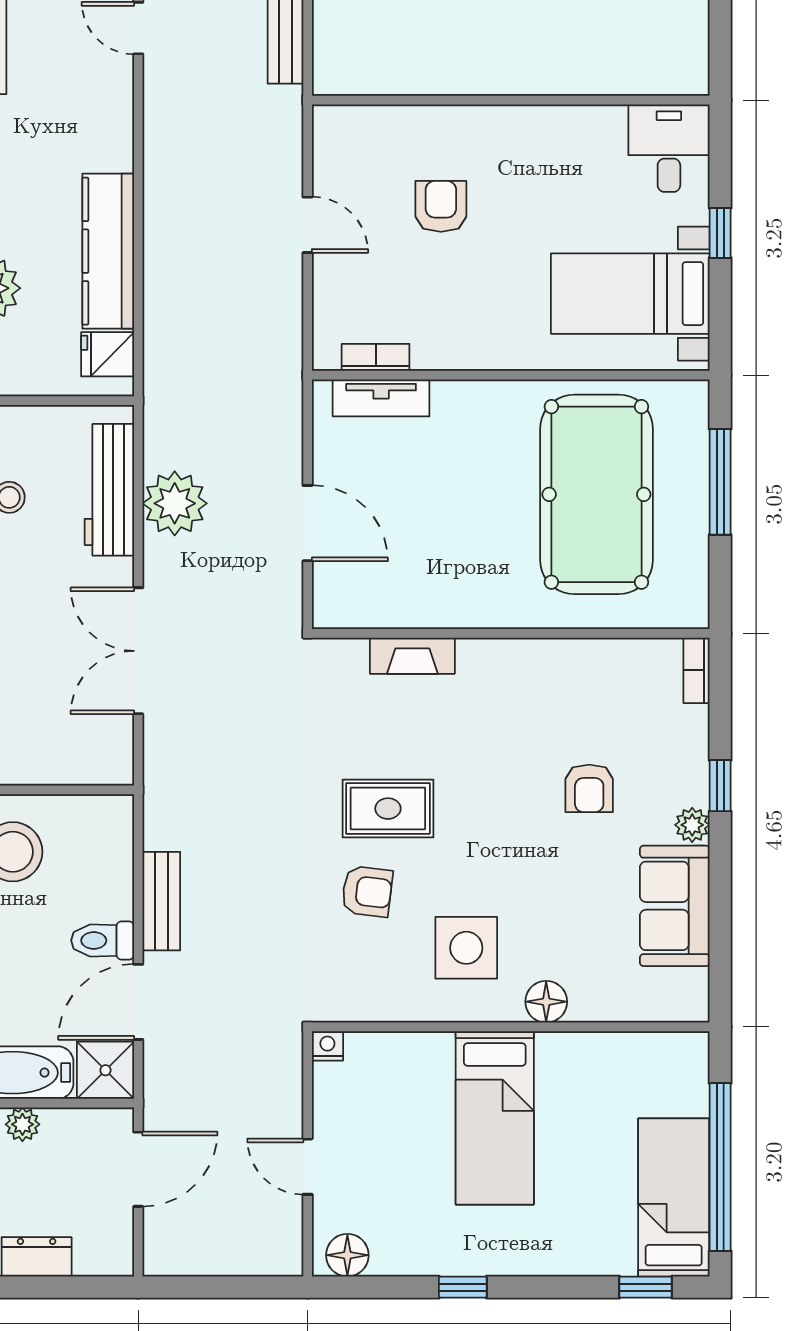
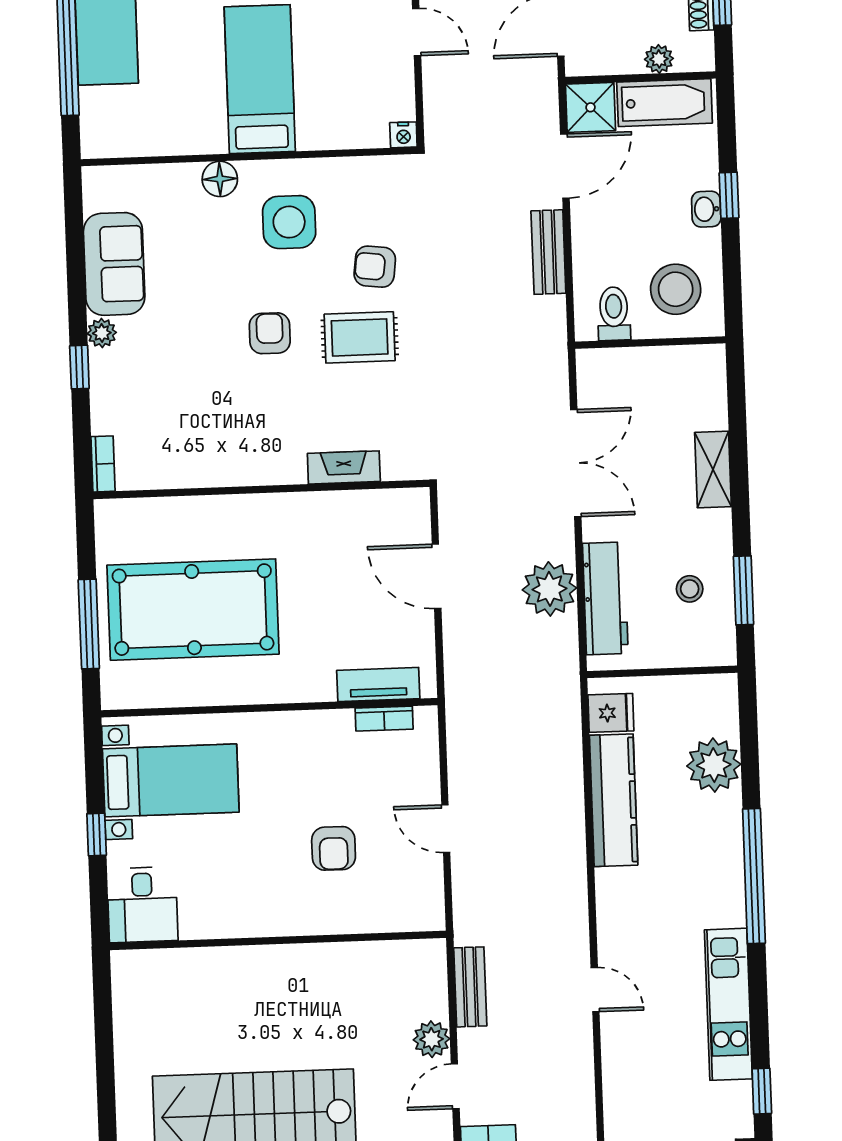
pool table: (596, 494) -> (193, 610), turned 90
armchair: (589, 788) -> (270, 333), moved
toilet: (103, 940) -> (614, 314), moved, turned -90

